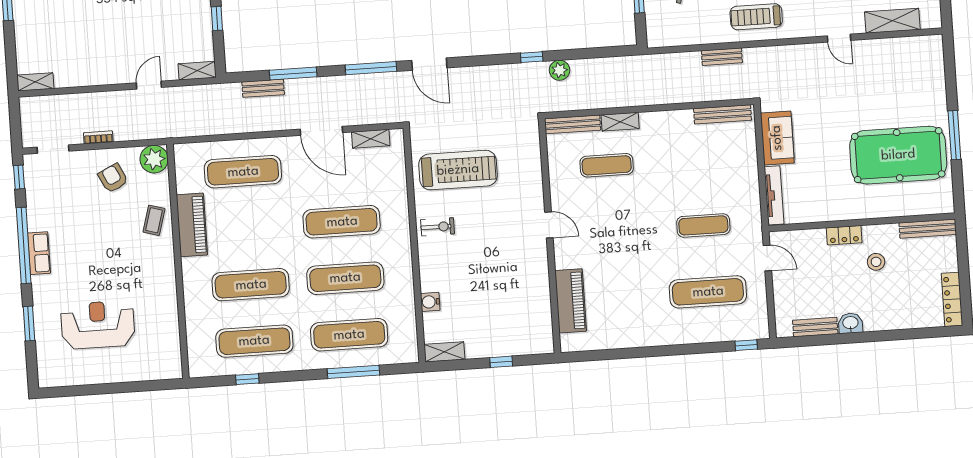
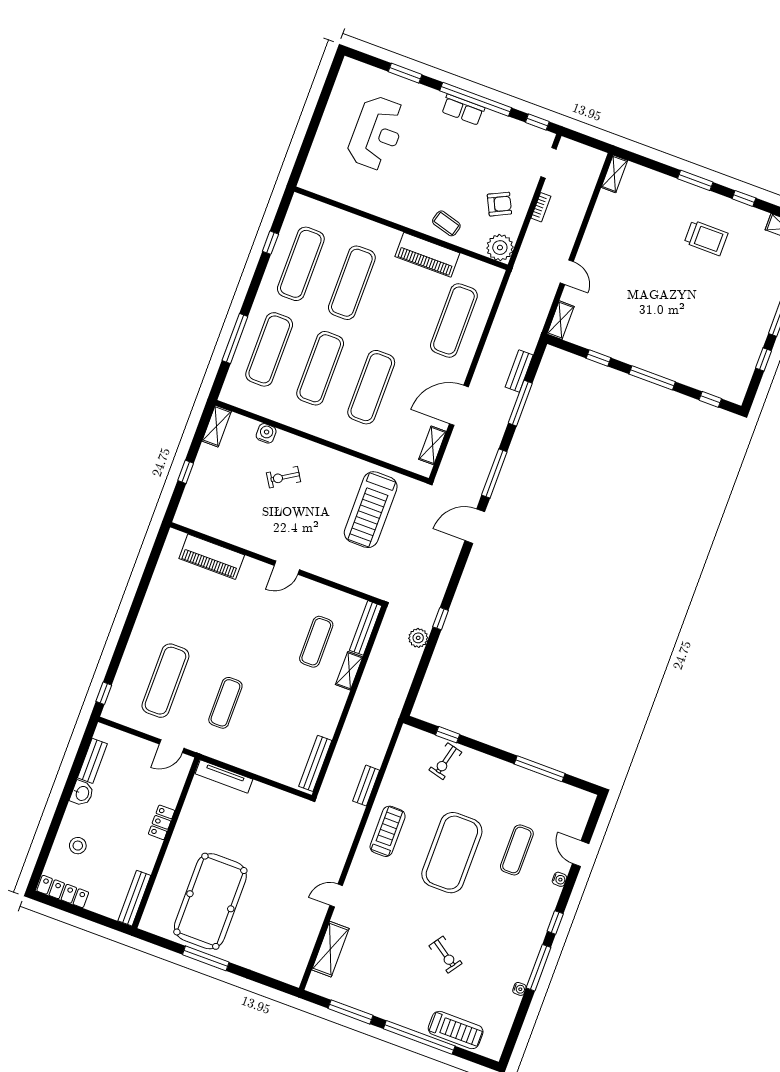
sofa: (777, 138) -> (273, 802), removed
exercise bike: (438, 227) -> (283, 477), moved, turned 58
stool: (876, 262) -> (78, 846), moved

